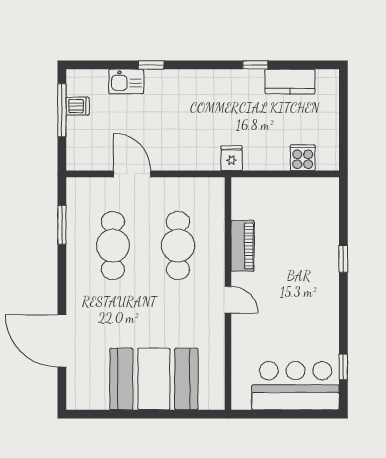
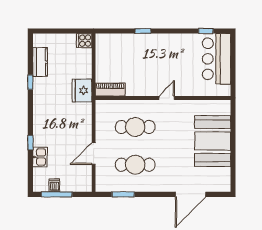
fridge: (232, 158) -> (82, 91), width x1.88, depth x1.34
cooker: (303, 158) -> (84, 41), moved
piano: (243, 246) -> (110, 90), moved

